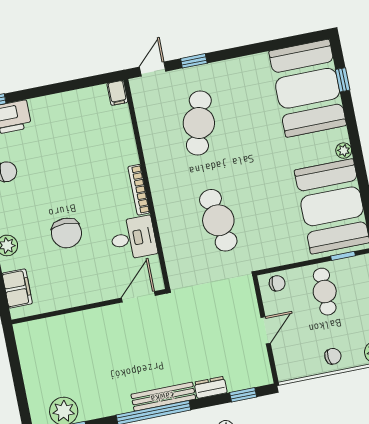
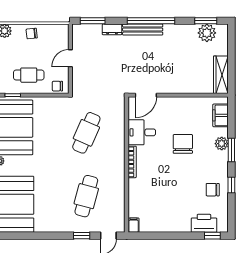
cafe table: (218, 220) -> (86, 133), turned 33
cafe table: (325, 292) -> (29, 75), turned 90
wardrobe: (29, 351) -> (221, 75), added
window: (243, 395) -> (93, 21), width x1.50

